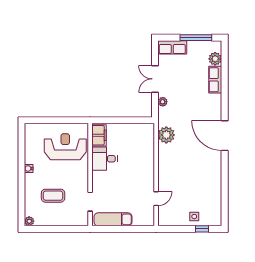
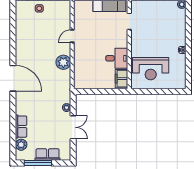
row of seats: (172, 47) -> (48, 155), moved
plant: (166, 135) -> (63, 62), moved
coffee table: (53, 196) -> (161, 26), removed
door: (156, 199) -> (72, 36), moved

